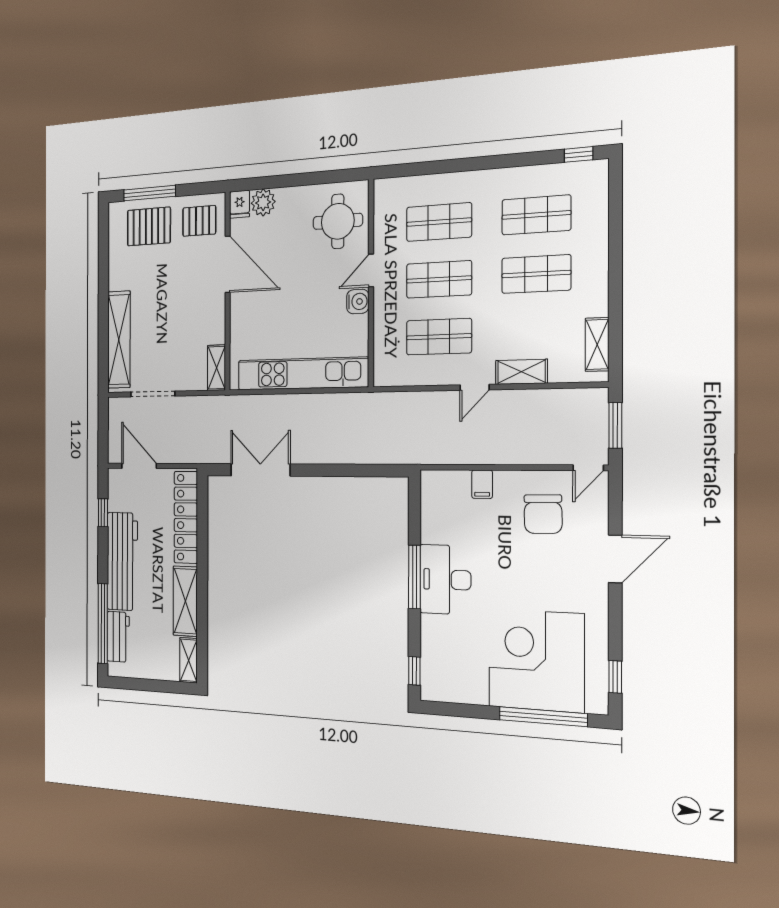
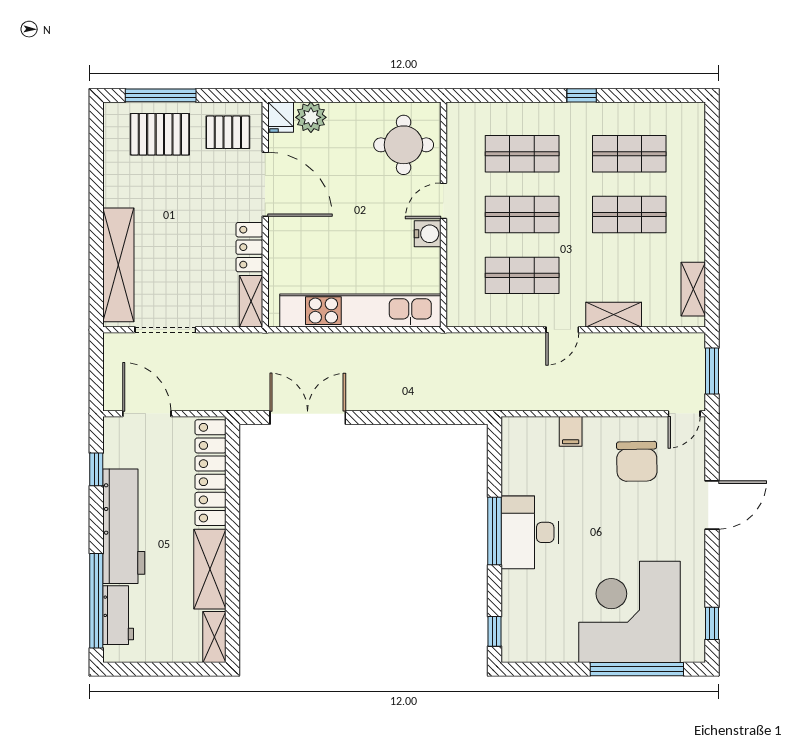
window: (579, 154) -> (582, 95), moved
locker: (215, 320) -> (249, 247), added

